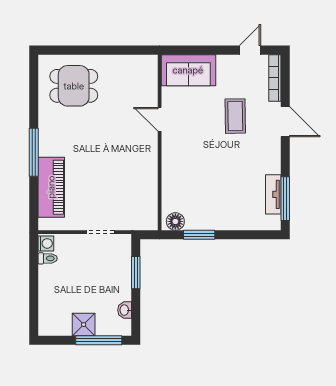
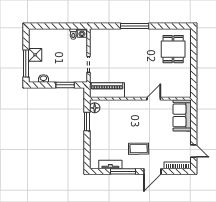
coffee table: (235, 116) -> (139, 149), moved
piano: (51, 187) -> (107, 90), moved, turned 180
window: (285, 199) -> (123, 171), moved

